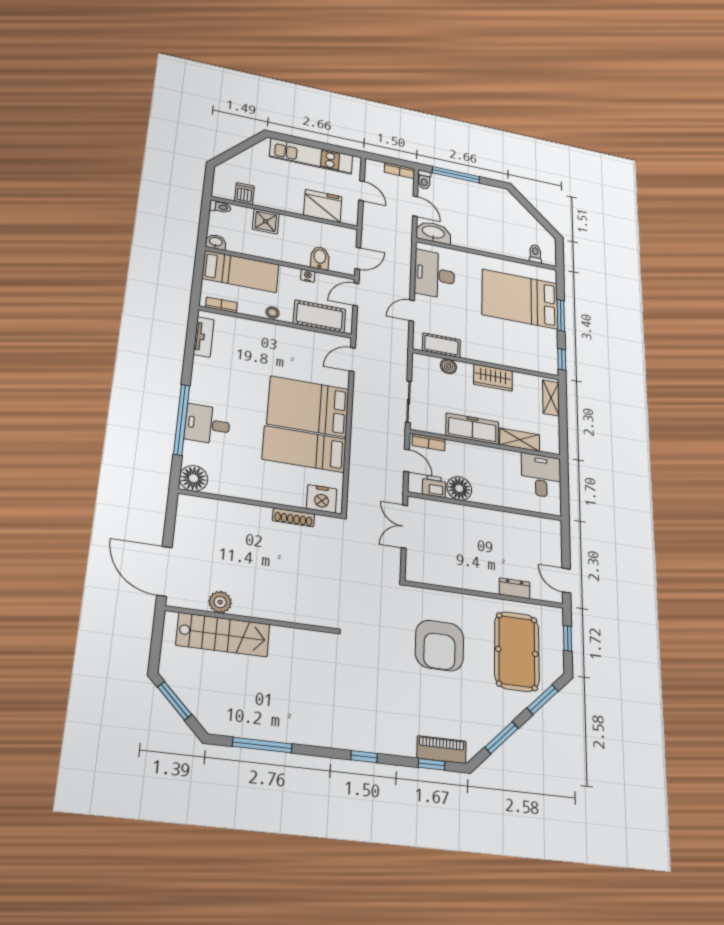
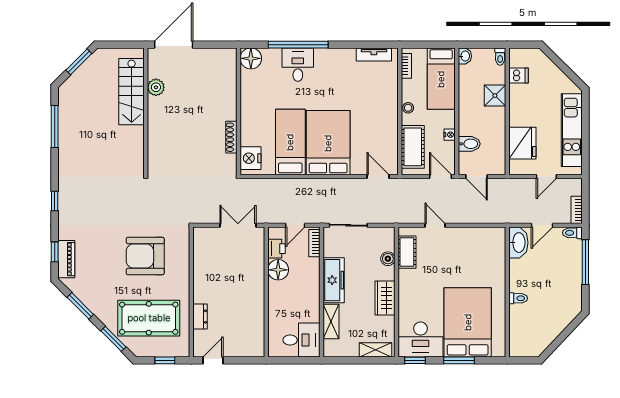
toilet: (535, 254) -> (518, 298), moved
desk: (434, 274) -> (420, 339), moved, turned 180

